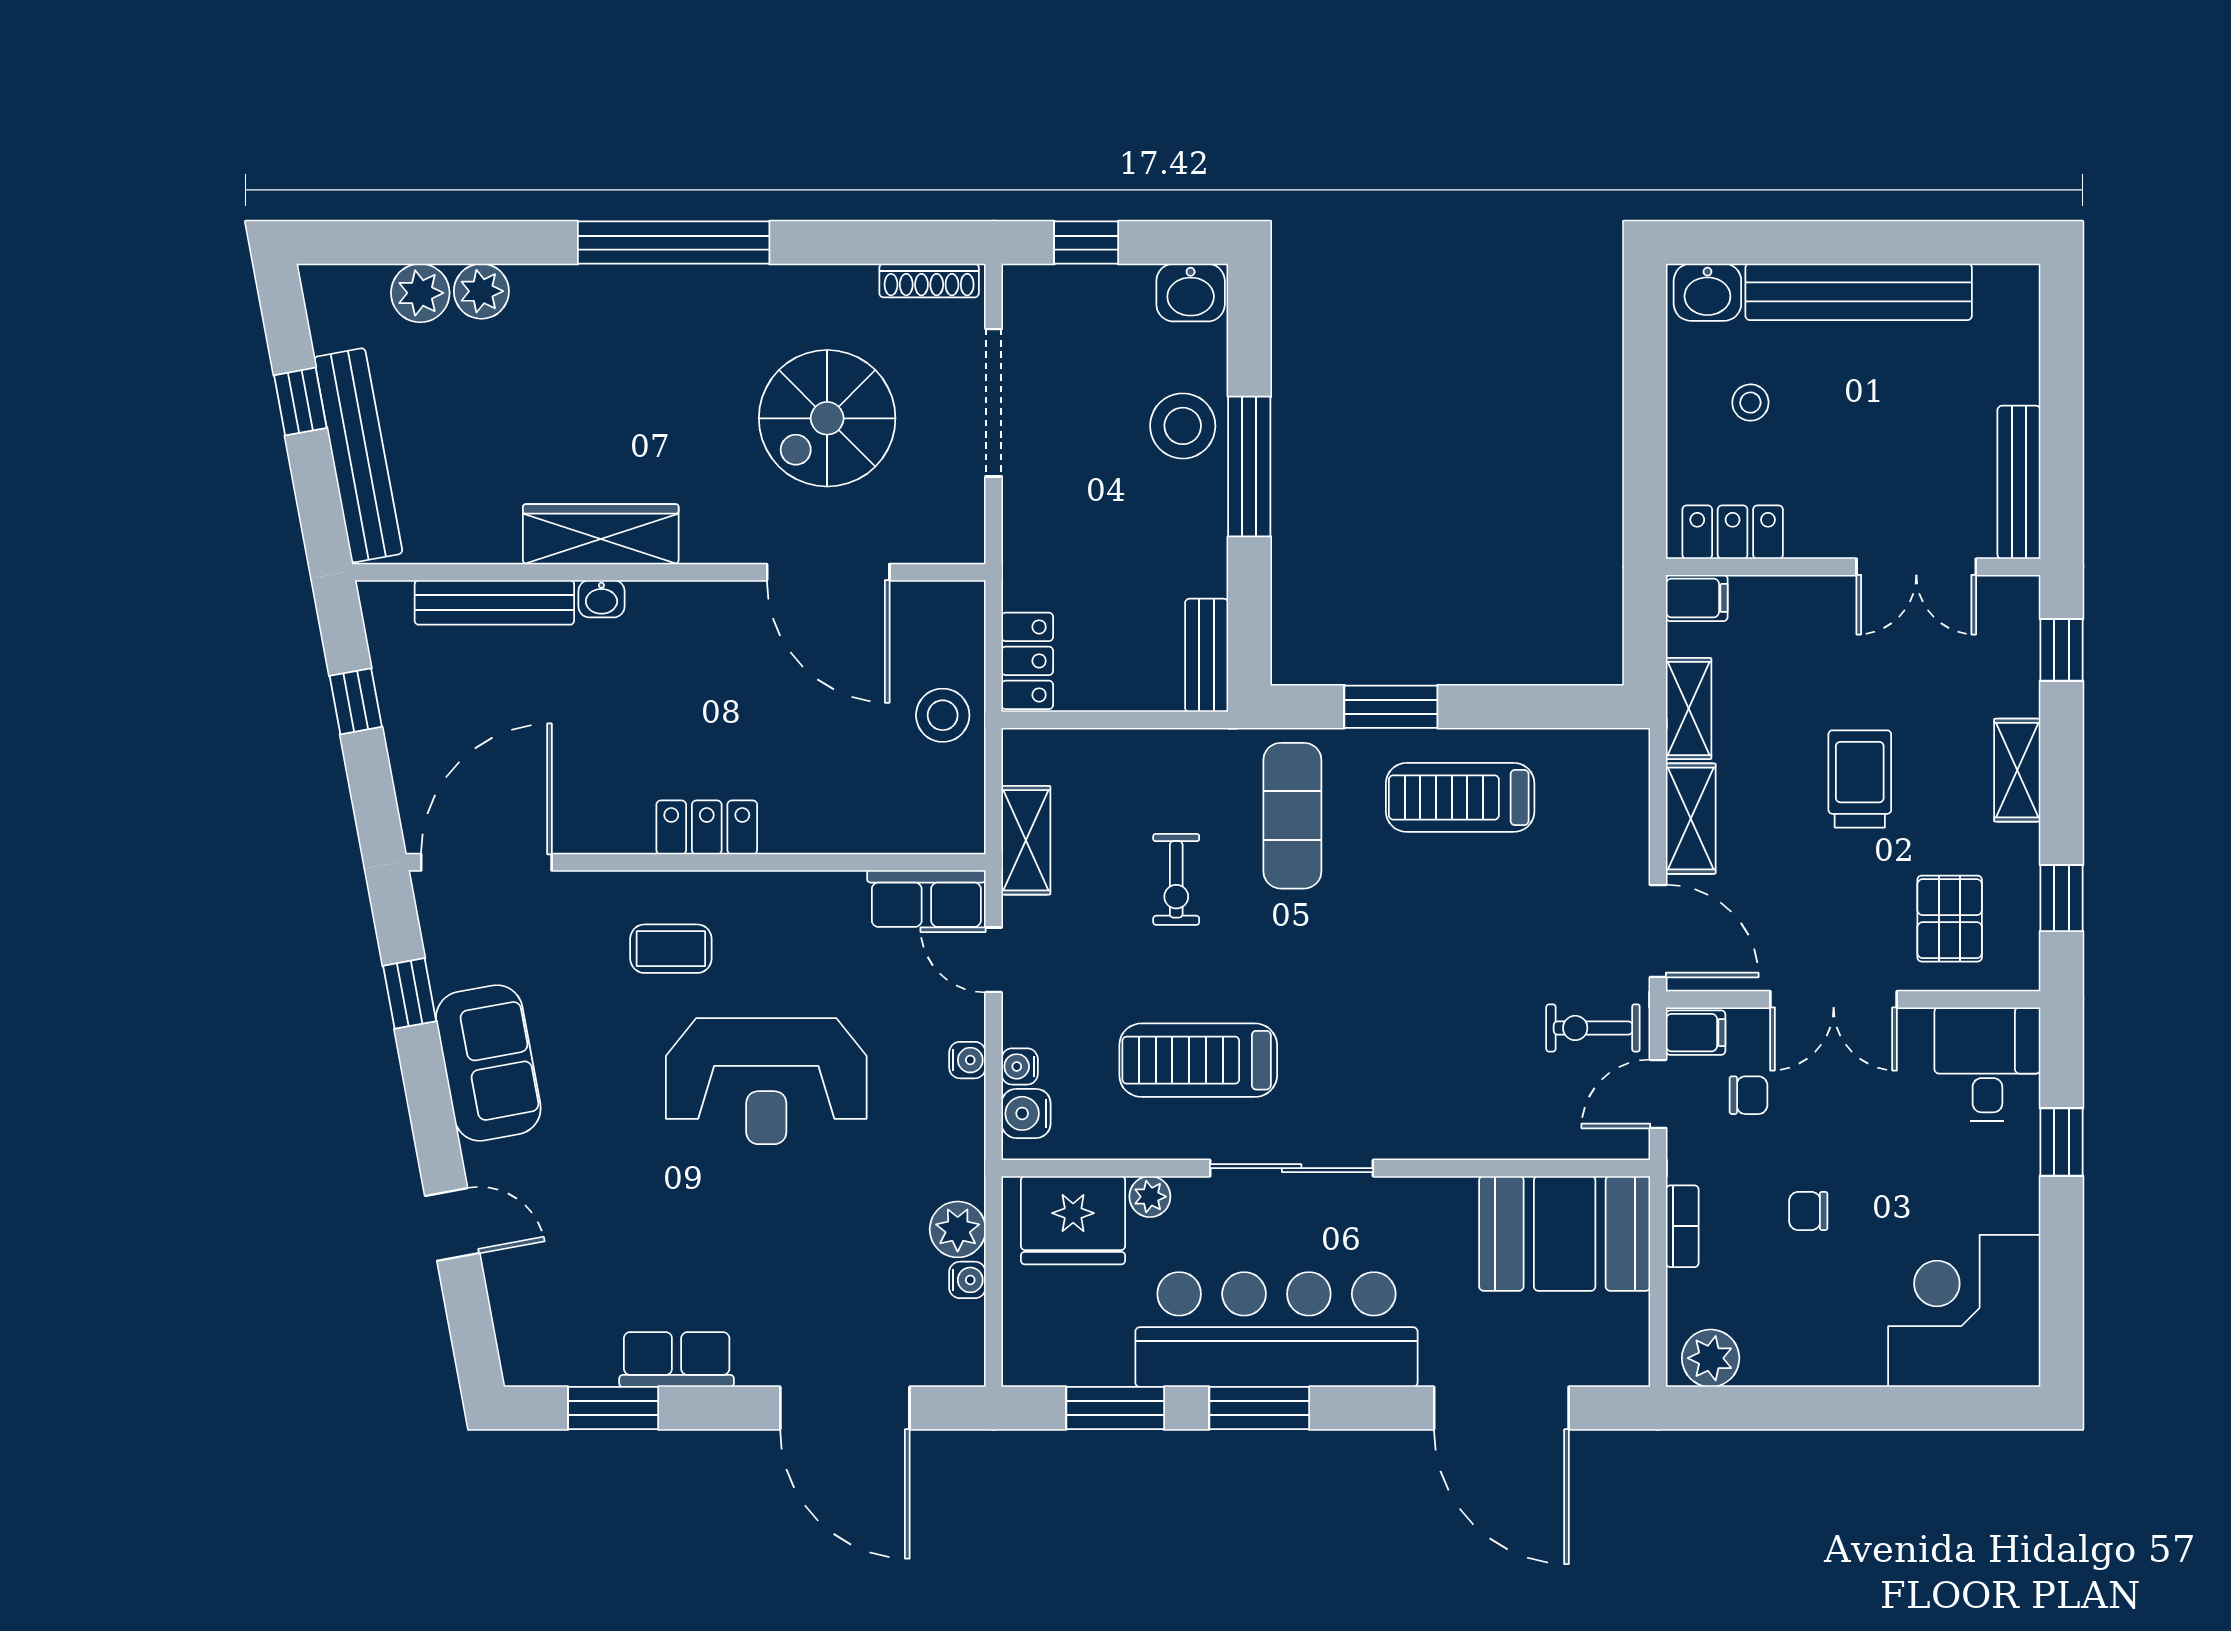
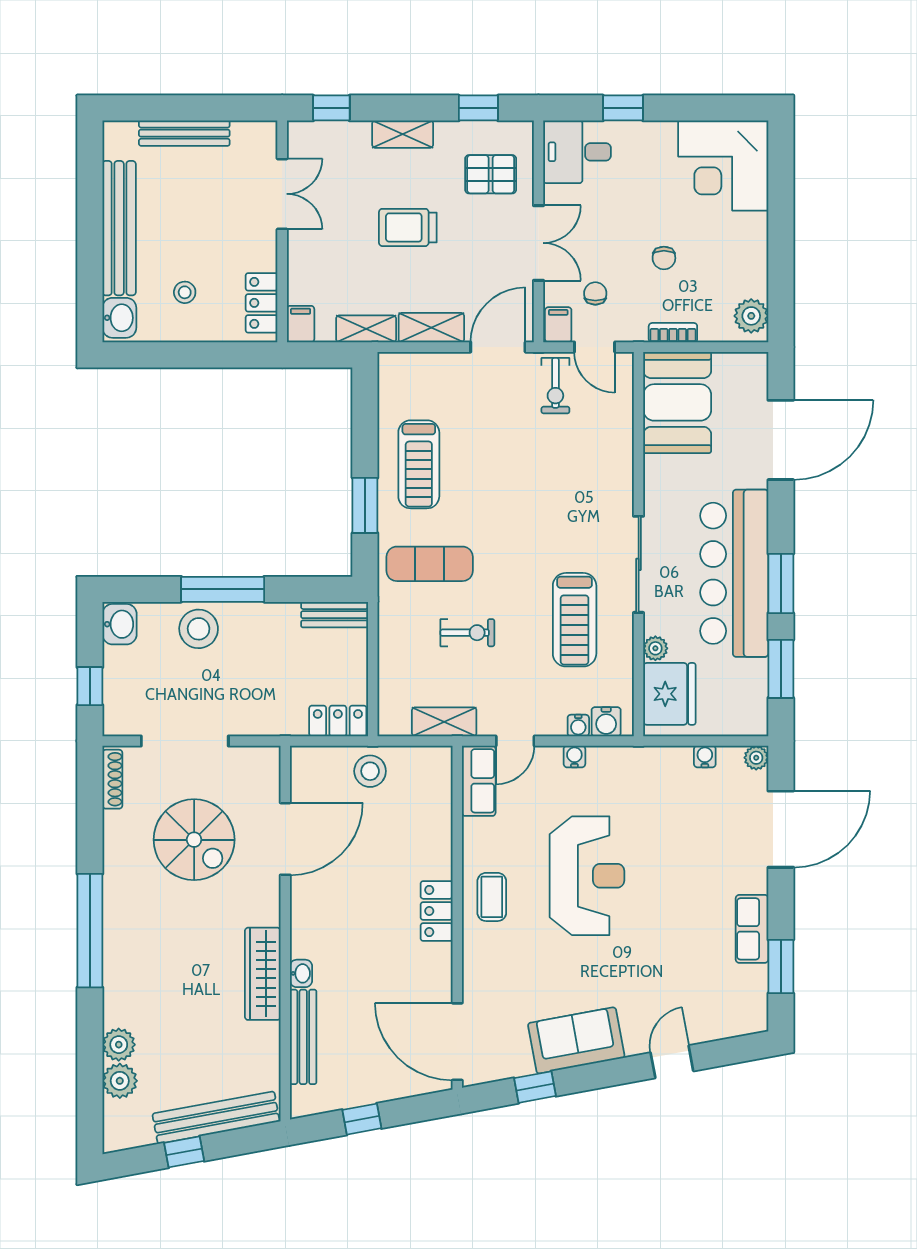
bench: (2019, 482) -> (184, 133), moved
coffee table: (671, 949) -> (492, 897), moved
plant: (958, 1229) -> (756, 758), moved, width x0.73, depth x0.73

